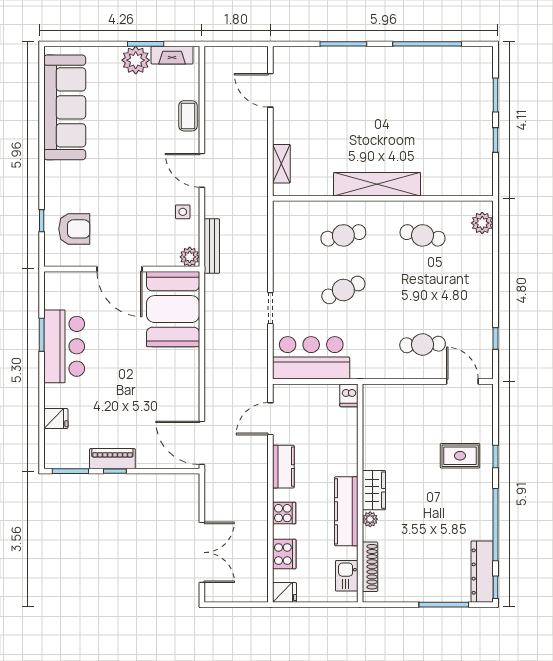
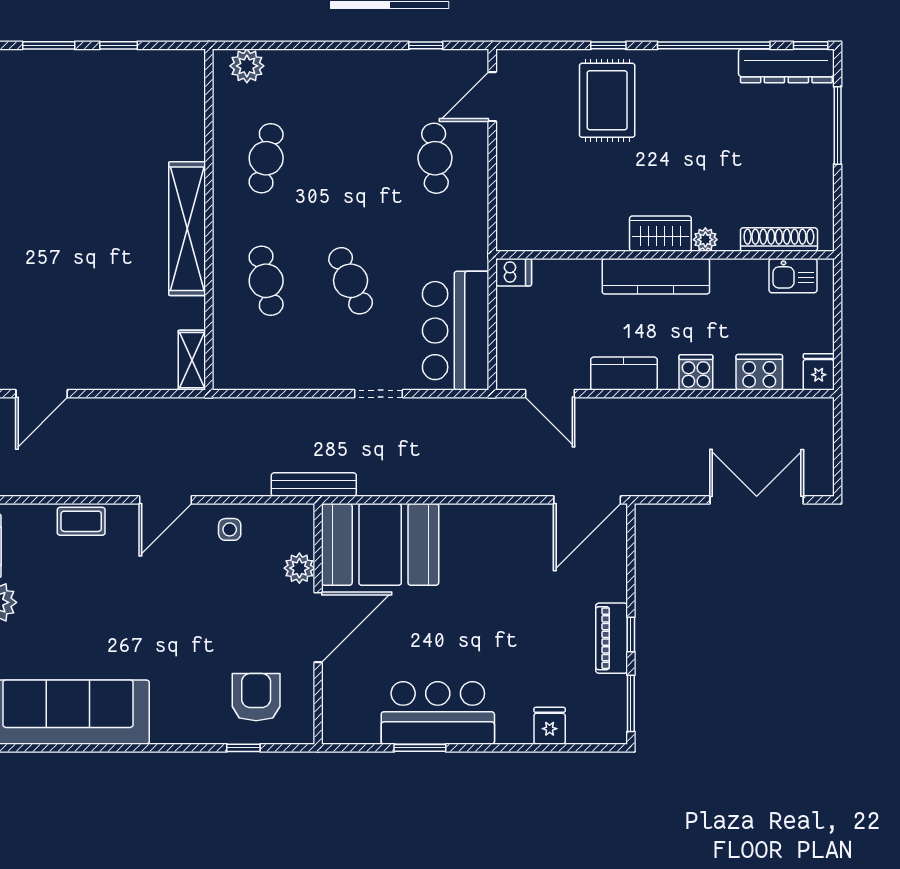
shelving: (281, 164) -> (192, 360), moved, turned 90
bench: (212, 246) -> (314, 485), moved
plant: (190, 257) -> (299, 568), moved
rug: (460, 456) -> (607, 100), width x1.36, depth x1.43
kitchen counter: (346, 511) -> (656, 276), moved

